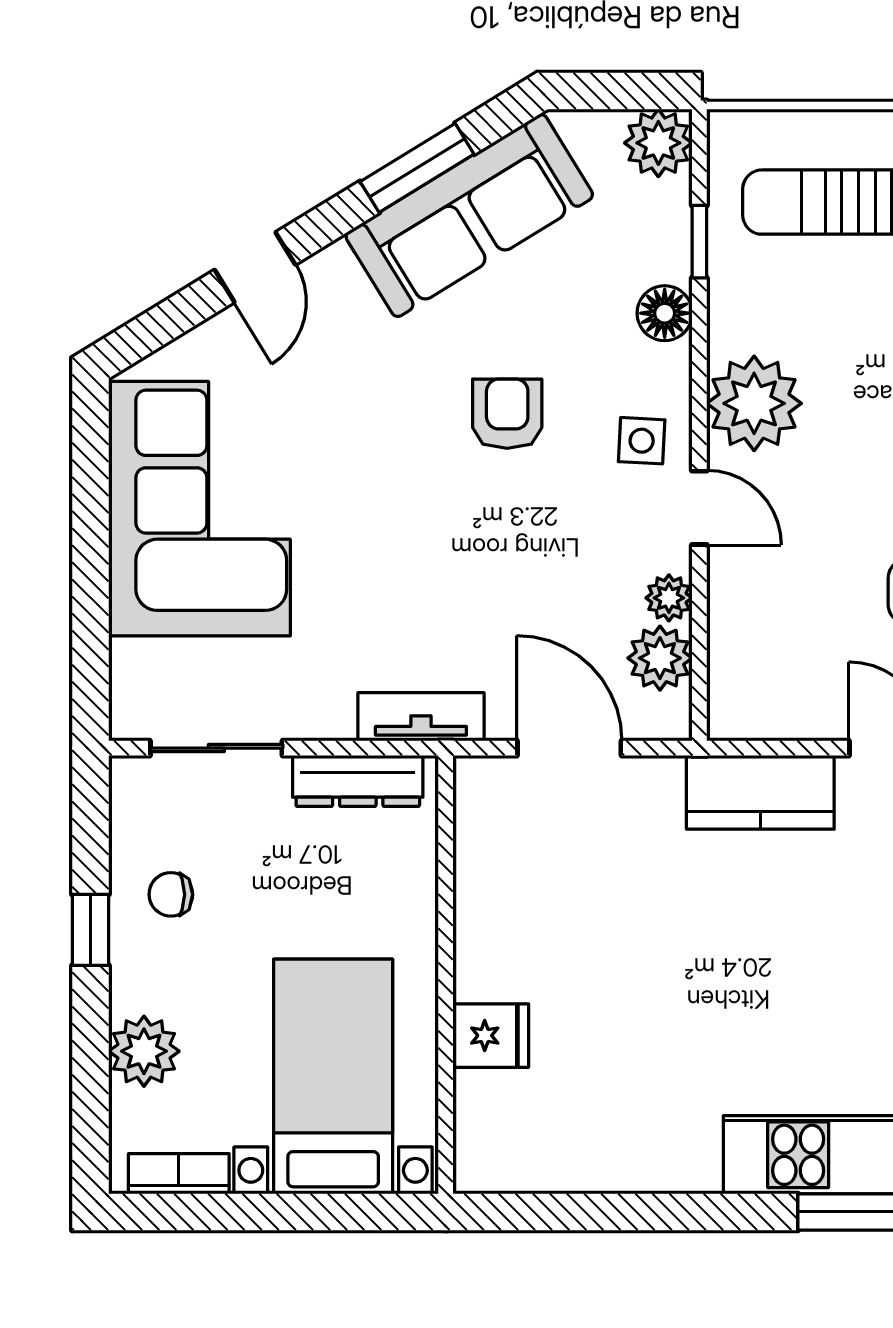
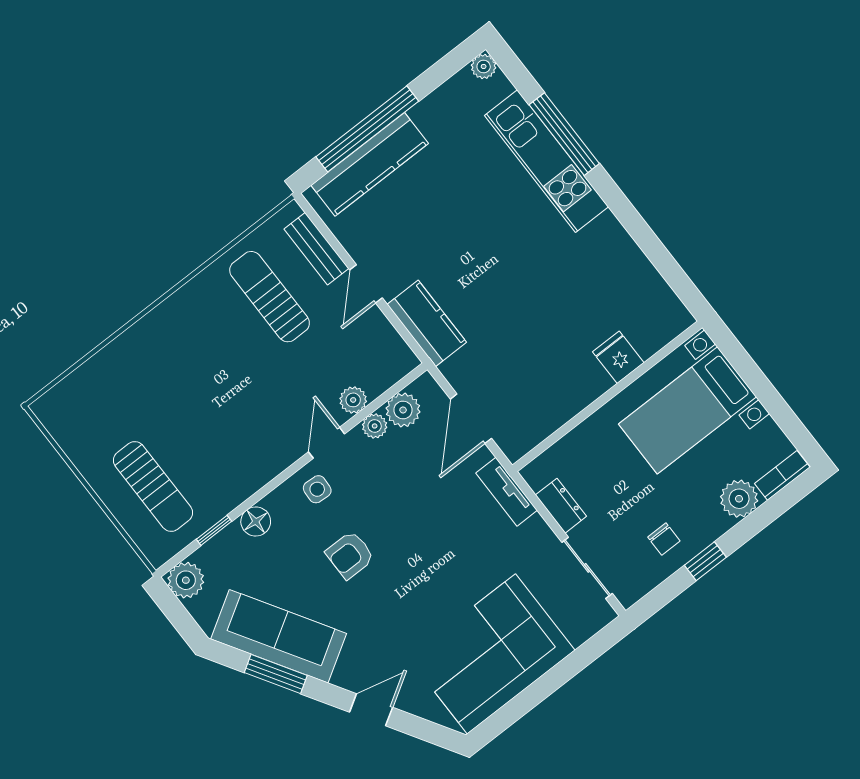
plant: (754, 403) -> (353, 400), moved, width x0.53, depth x0.53
dresser: (358, 781) -> (561, 506), width x0.70
bookcase: (179, 1174) -> (782, 475), moved, turned 90

